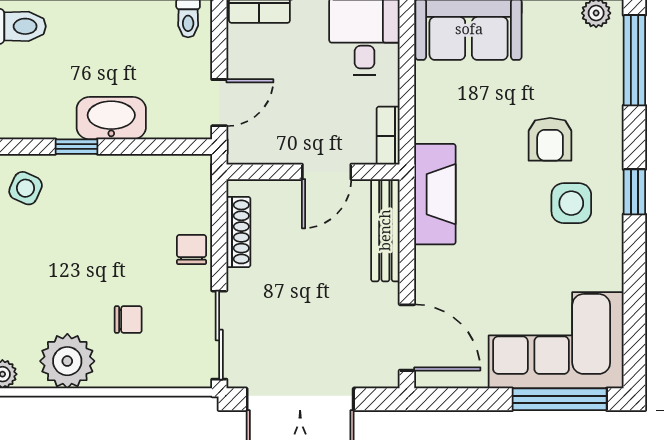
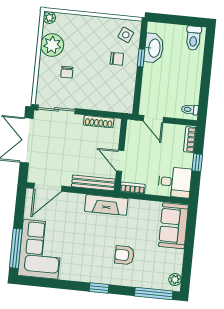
washbasin: (111, 118) -> (154, 48), moved
side table: (571, 203) -> (97, 261), removed
chair: (192, 250) -> (117, 59), moved

